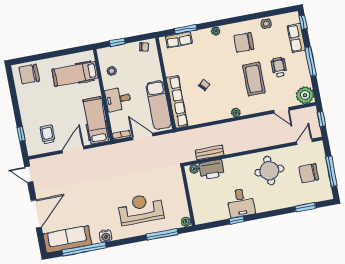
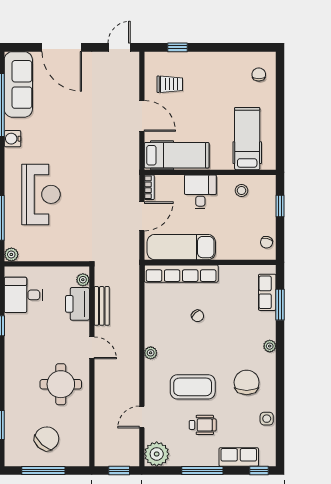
chair: (29, 74) -> (259, 74), width x0.54, depth x0.54
door: (304, 142) -> (92, 348), moved
chair: (309, 173) -> (47, 439), turned 42
desk: (241, 203) -> (23, 295), moved

